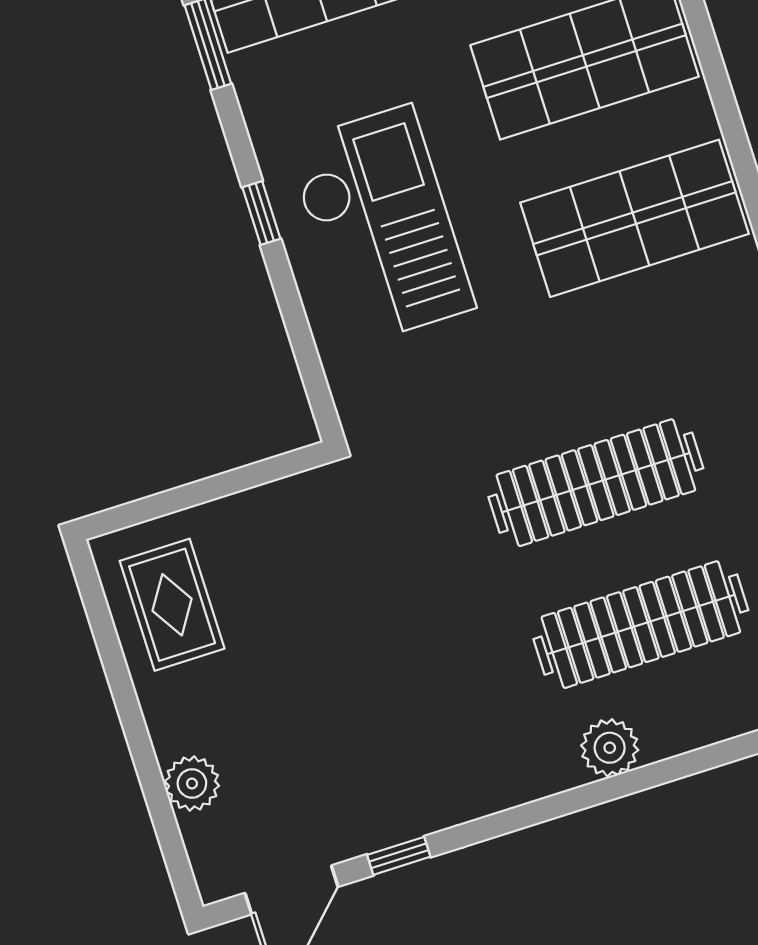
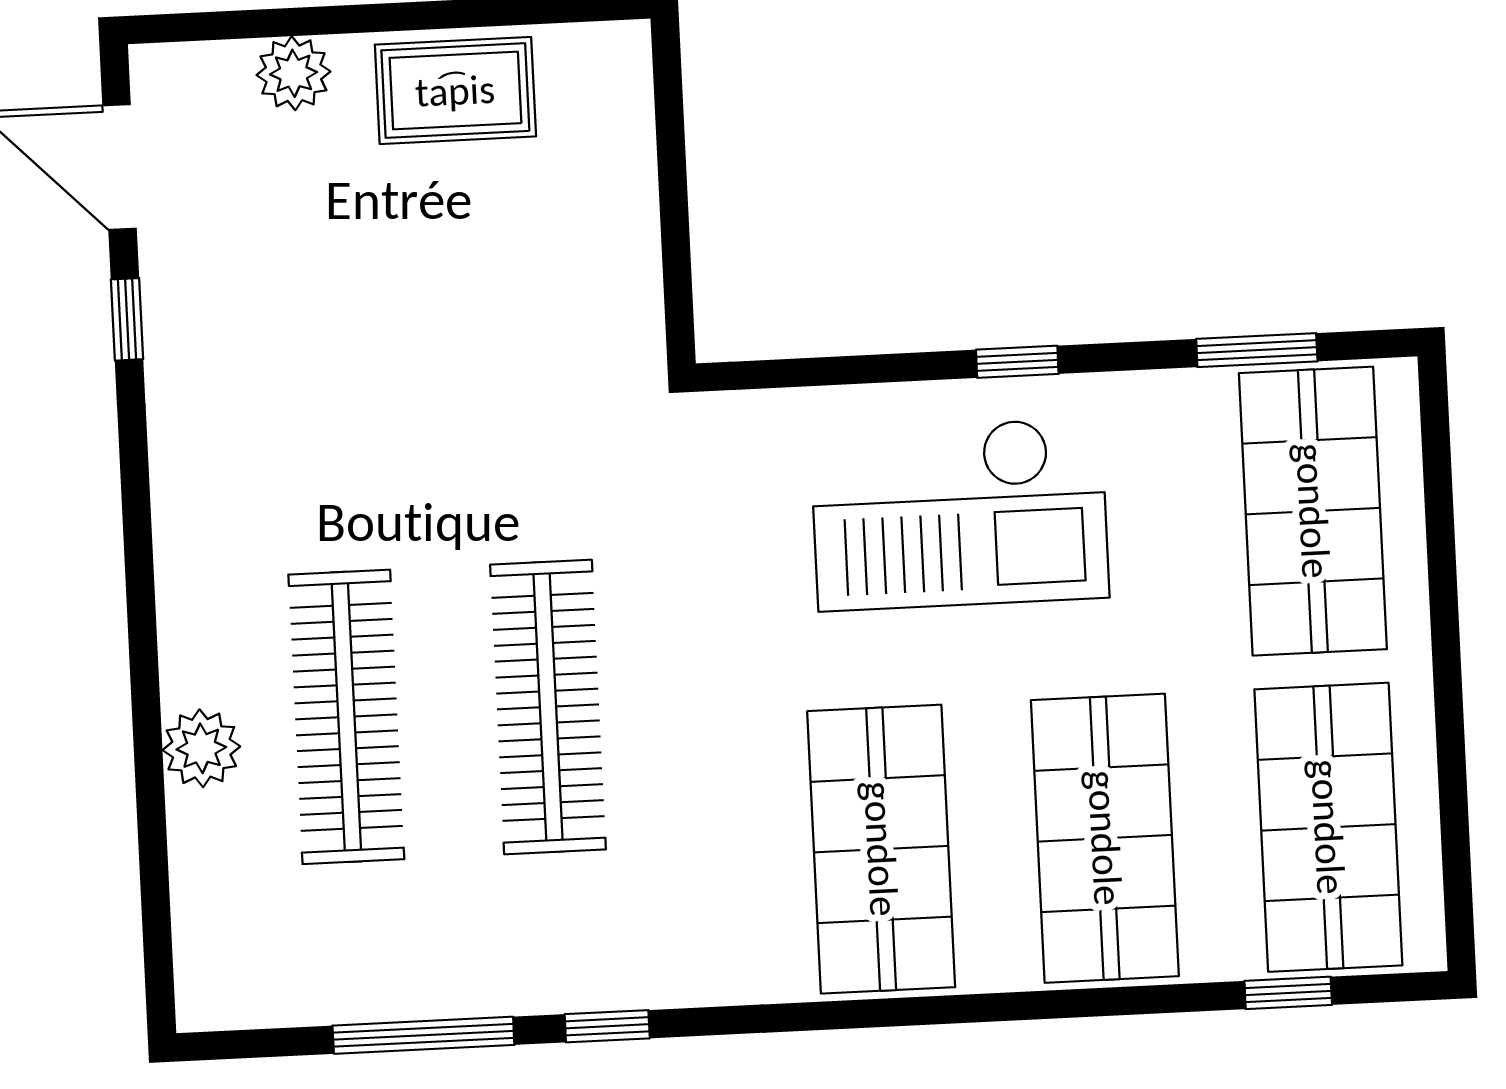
rug: (172, 605) -> (455, 91), moved
plant: (610, 748) -> (201, 748), moved

